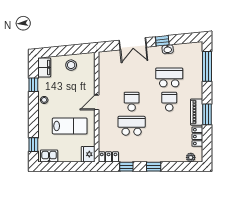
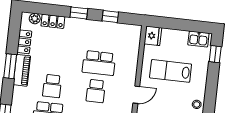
locker: (109, 157) -> (53, 21), moved

